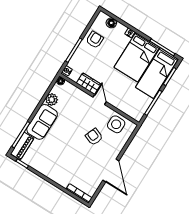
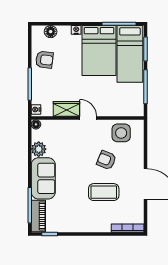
armchair: (95, 40) -> (44, 60), turned 97
coffee table: (78, 158) -> (104, 192), added

